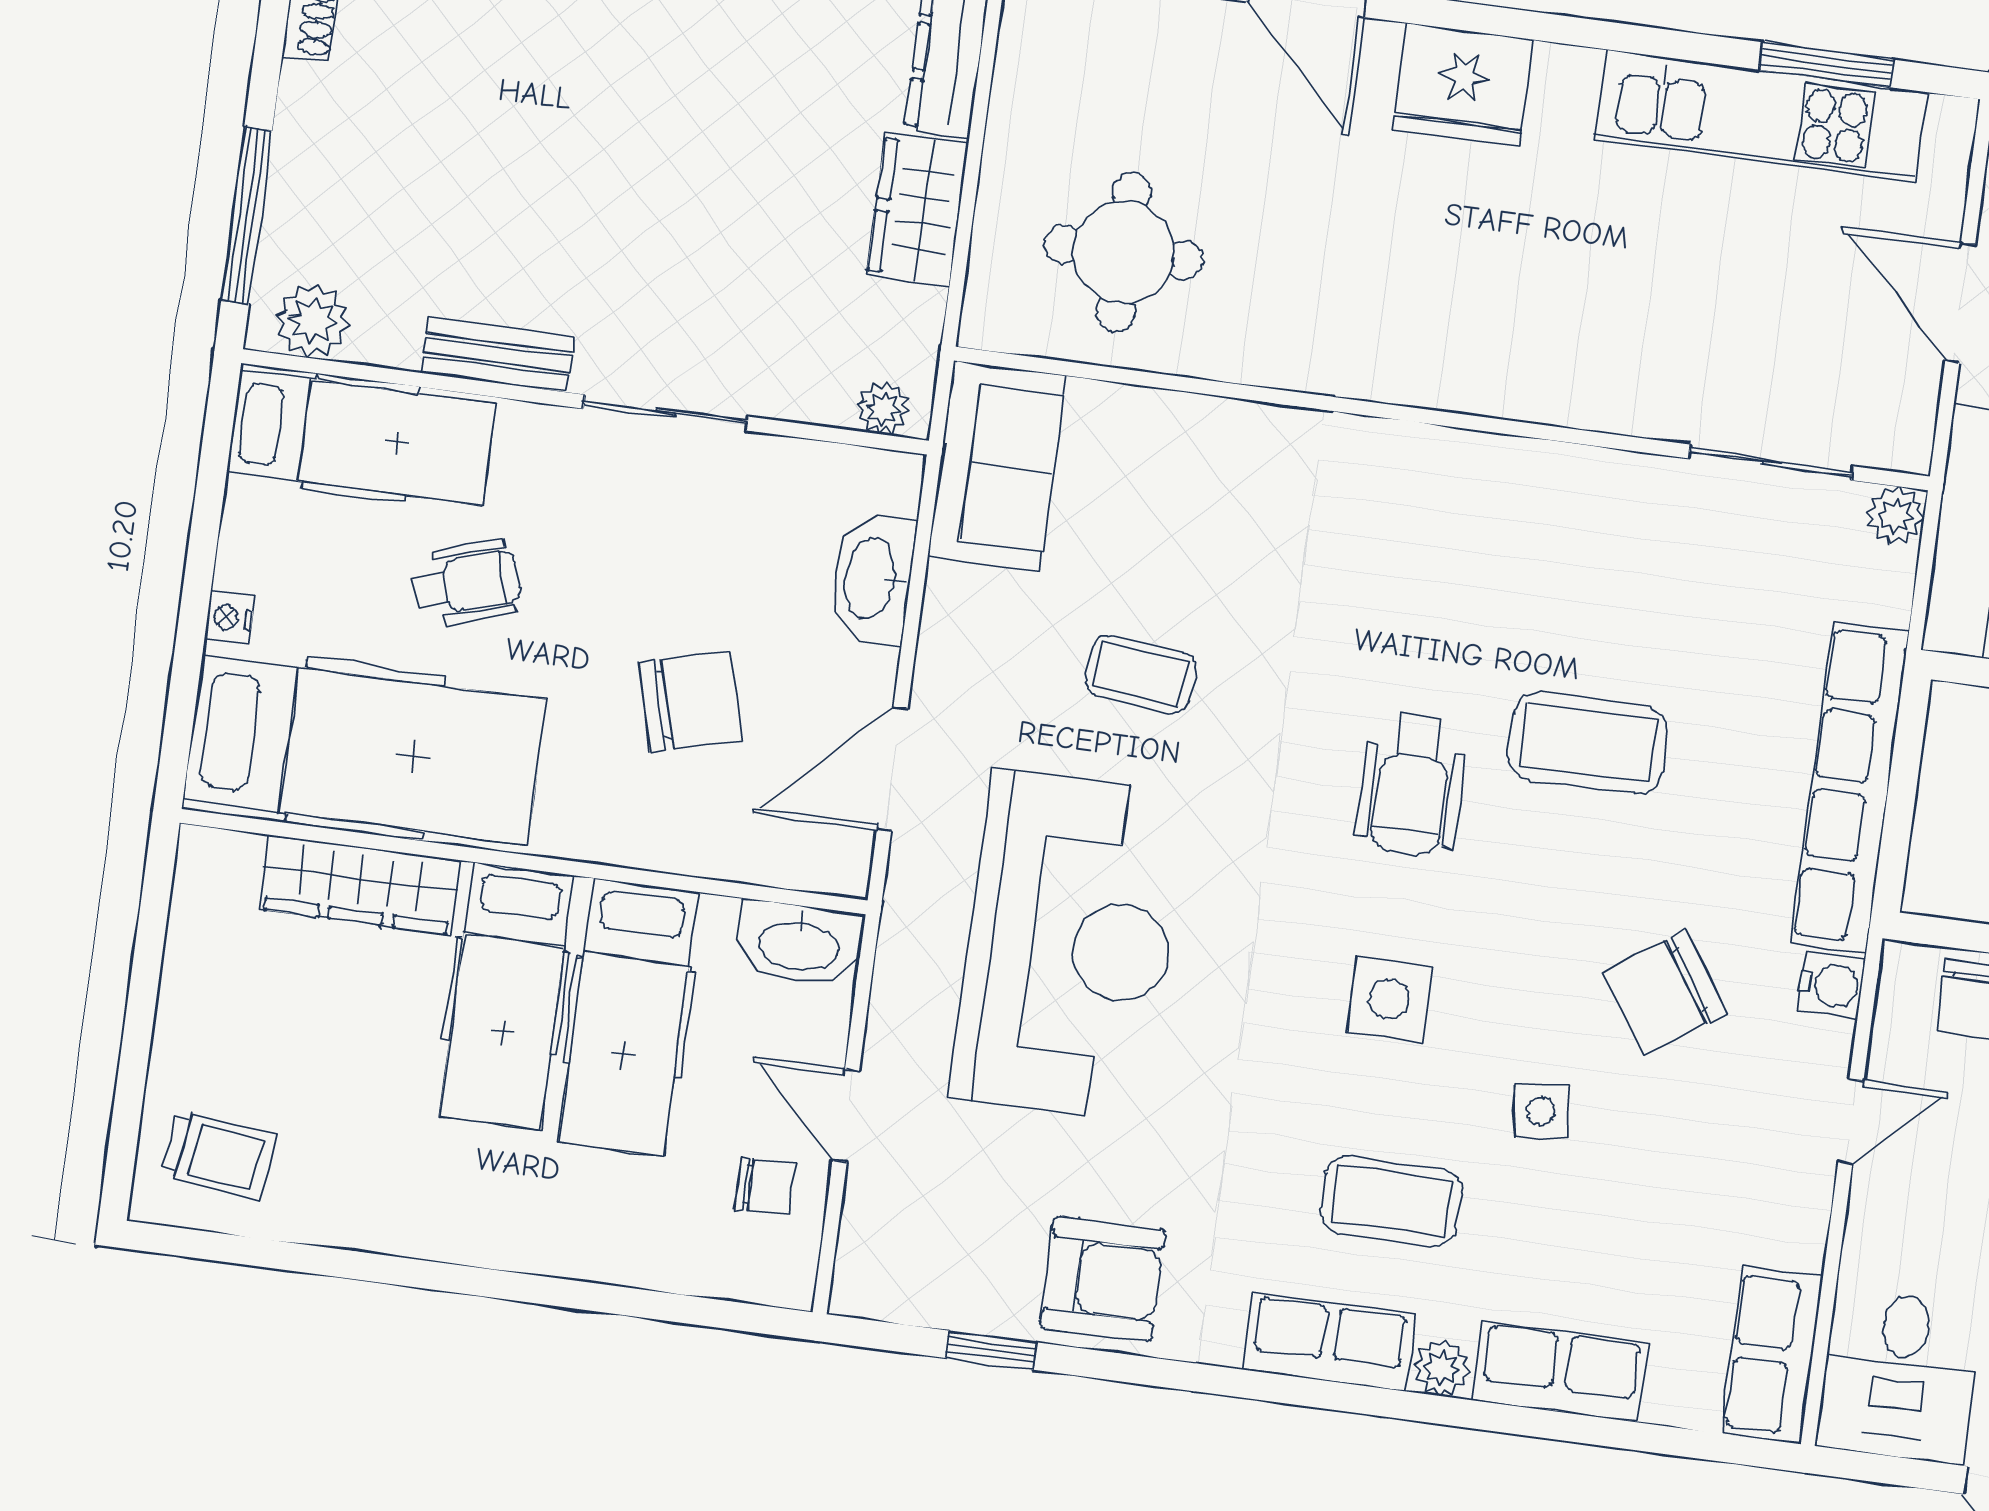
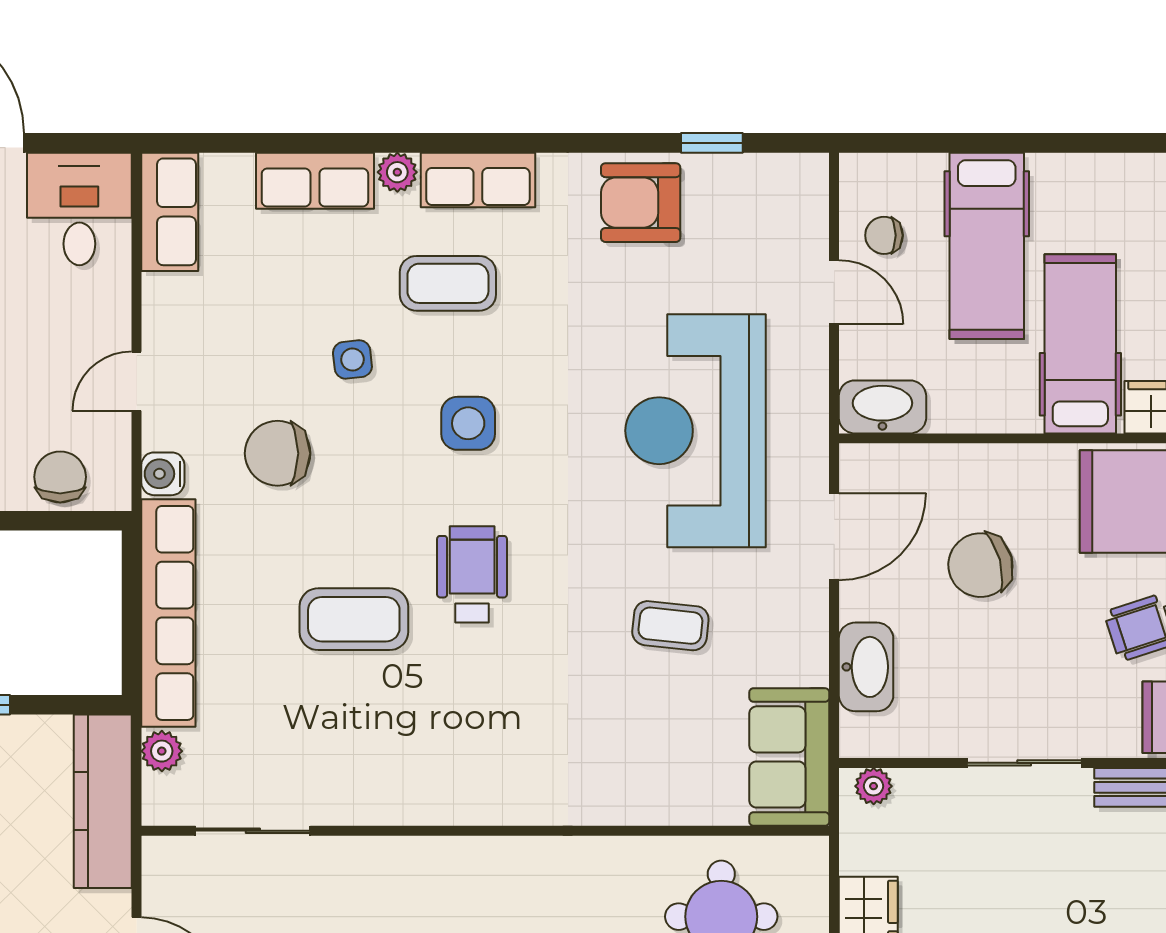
plant: (1895, 515) -> (162, 751), moved
chair: (1665, 993) -> (278, 453), turned -146
hospital bed: (629, 1017) -> (987, 246), moved, turned 180

